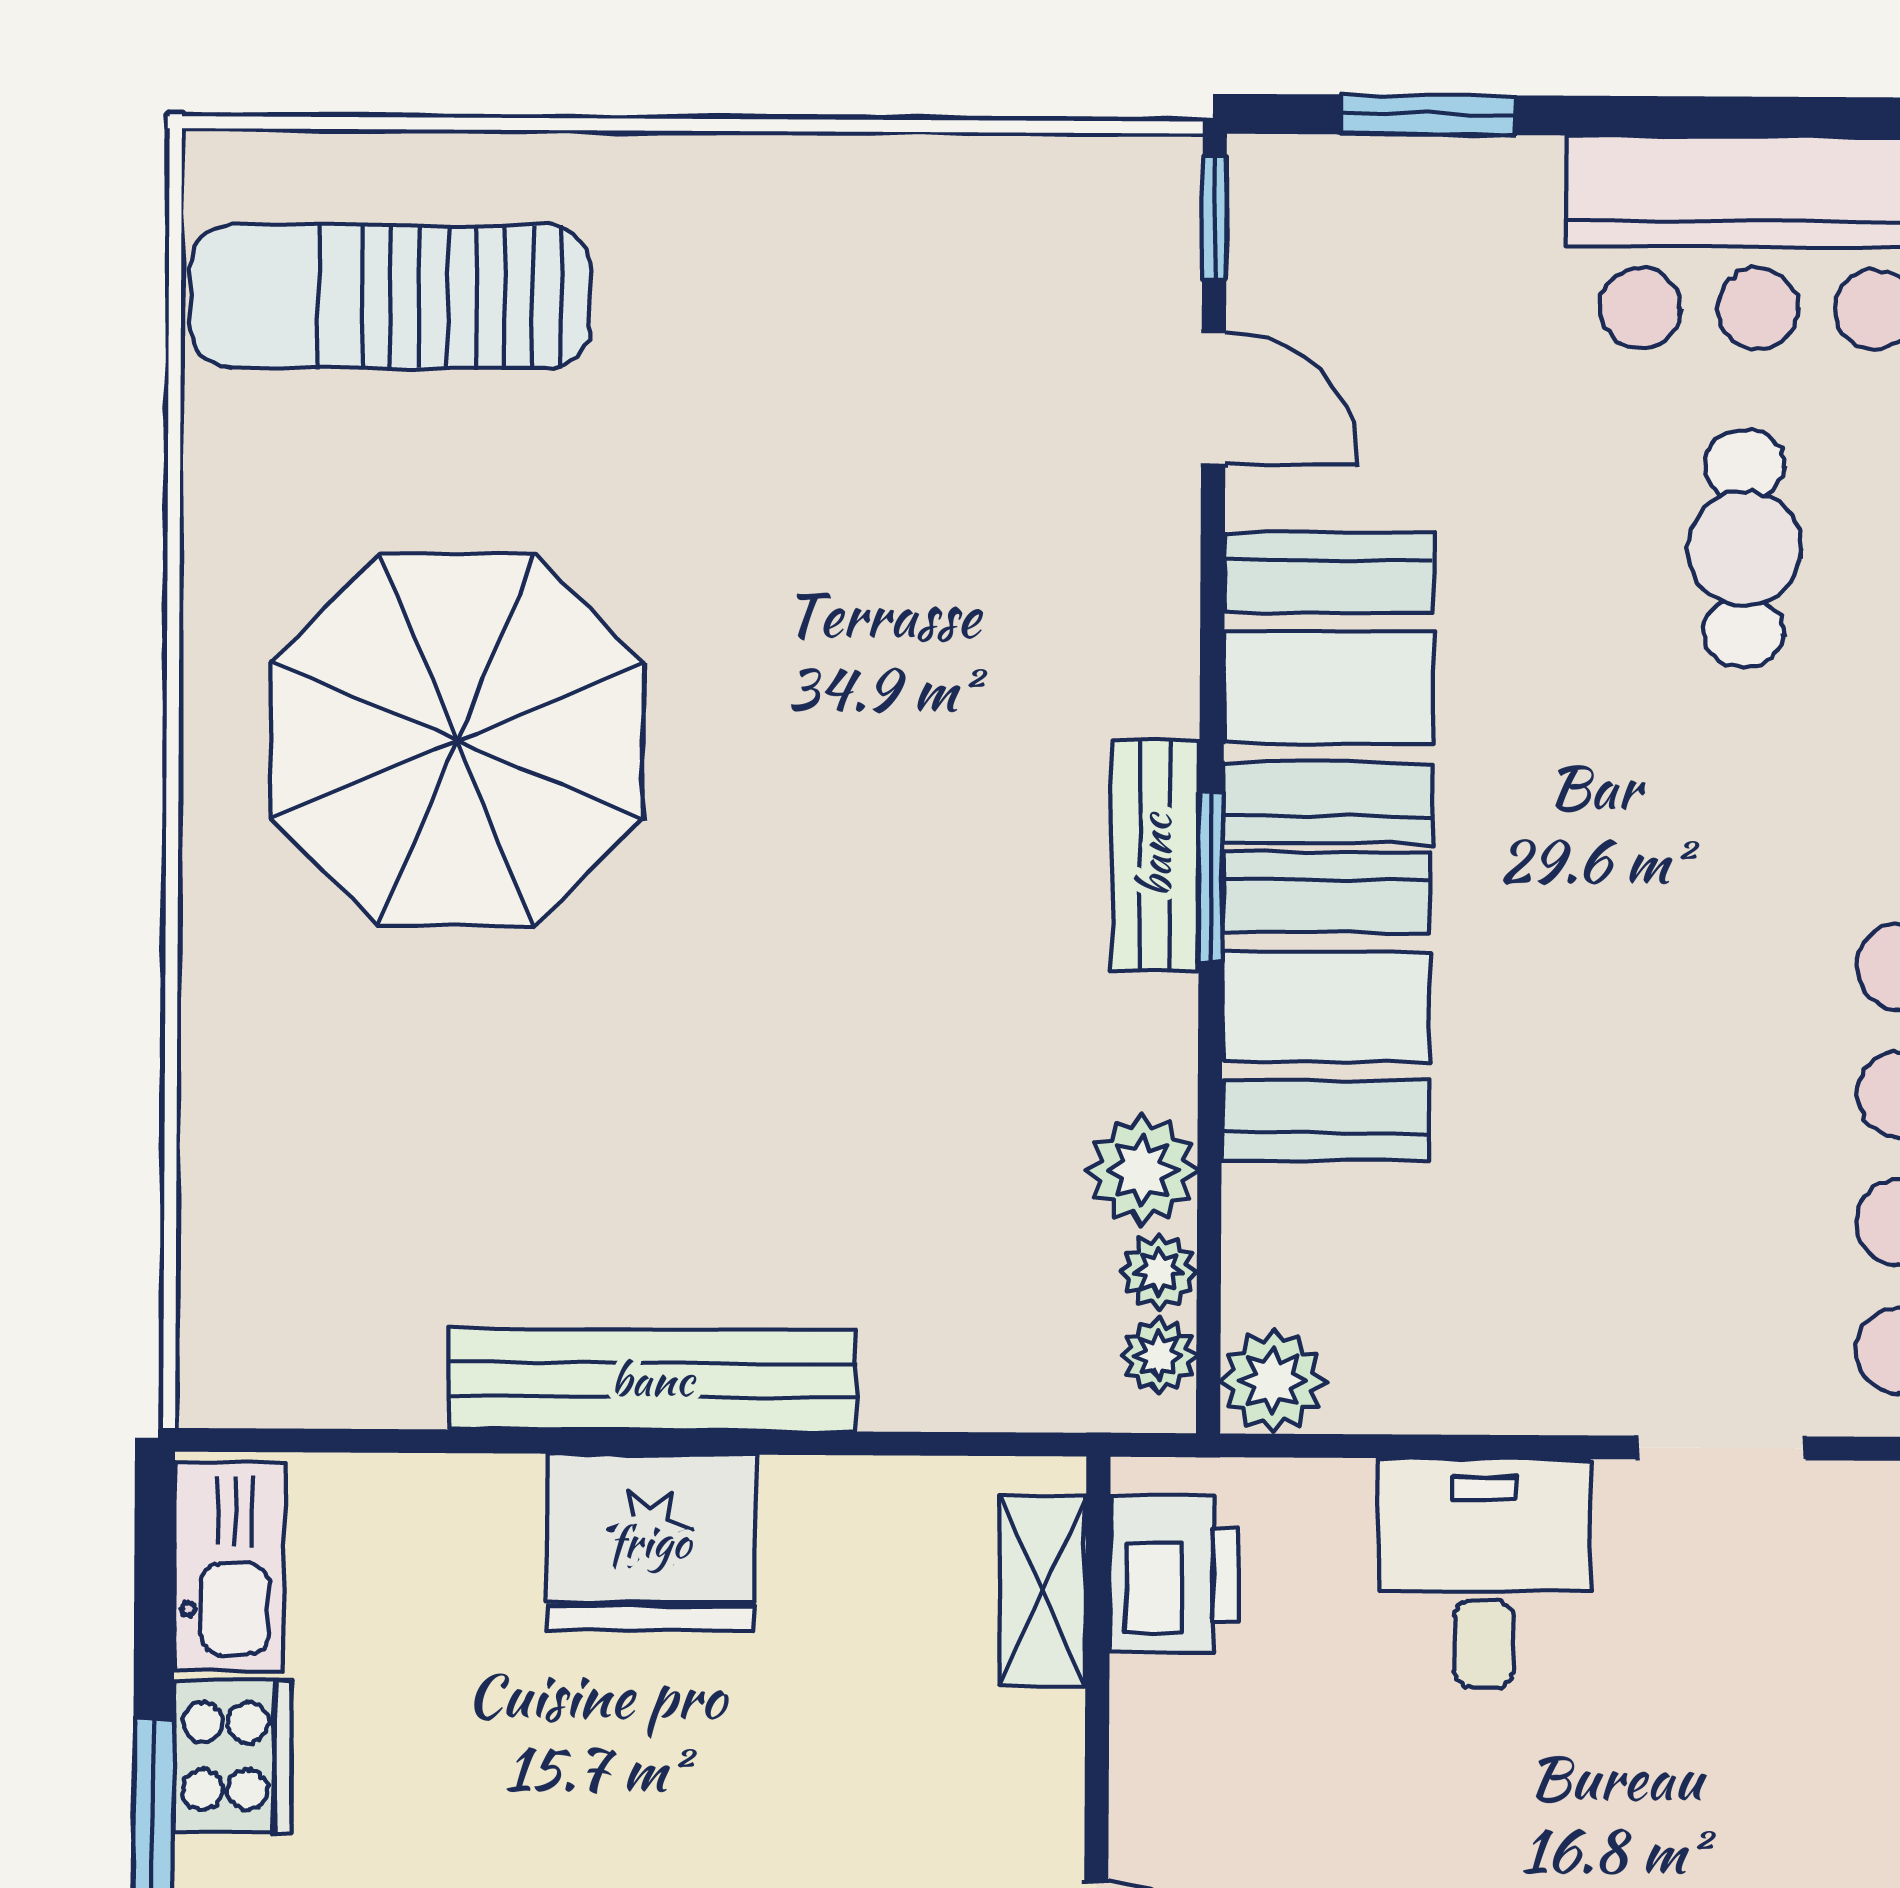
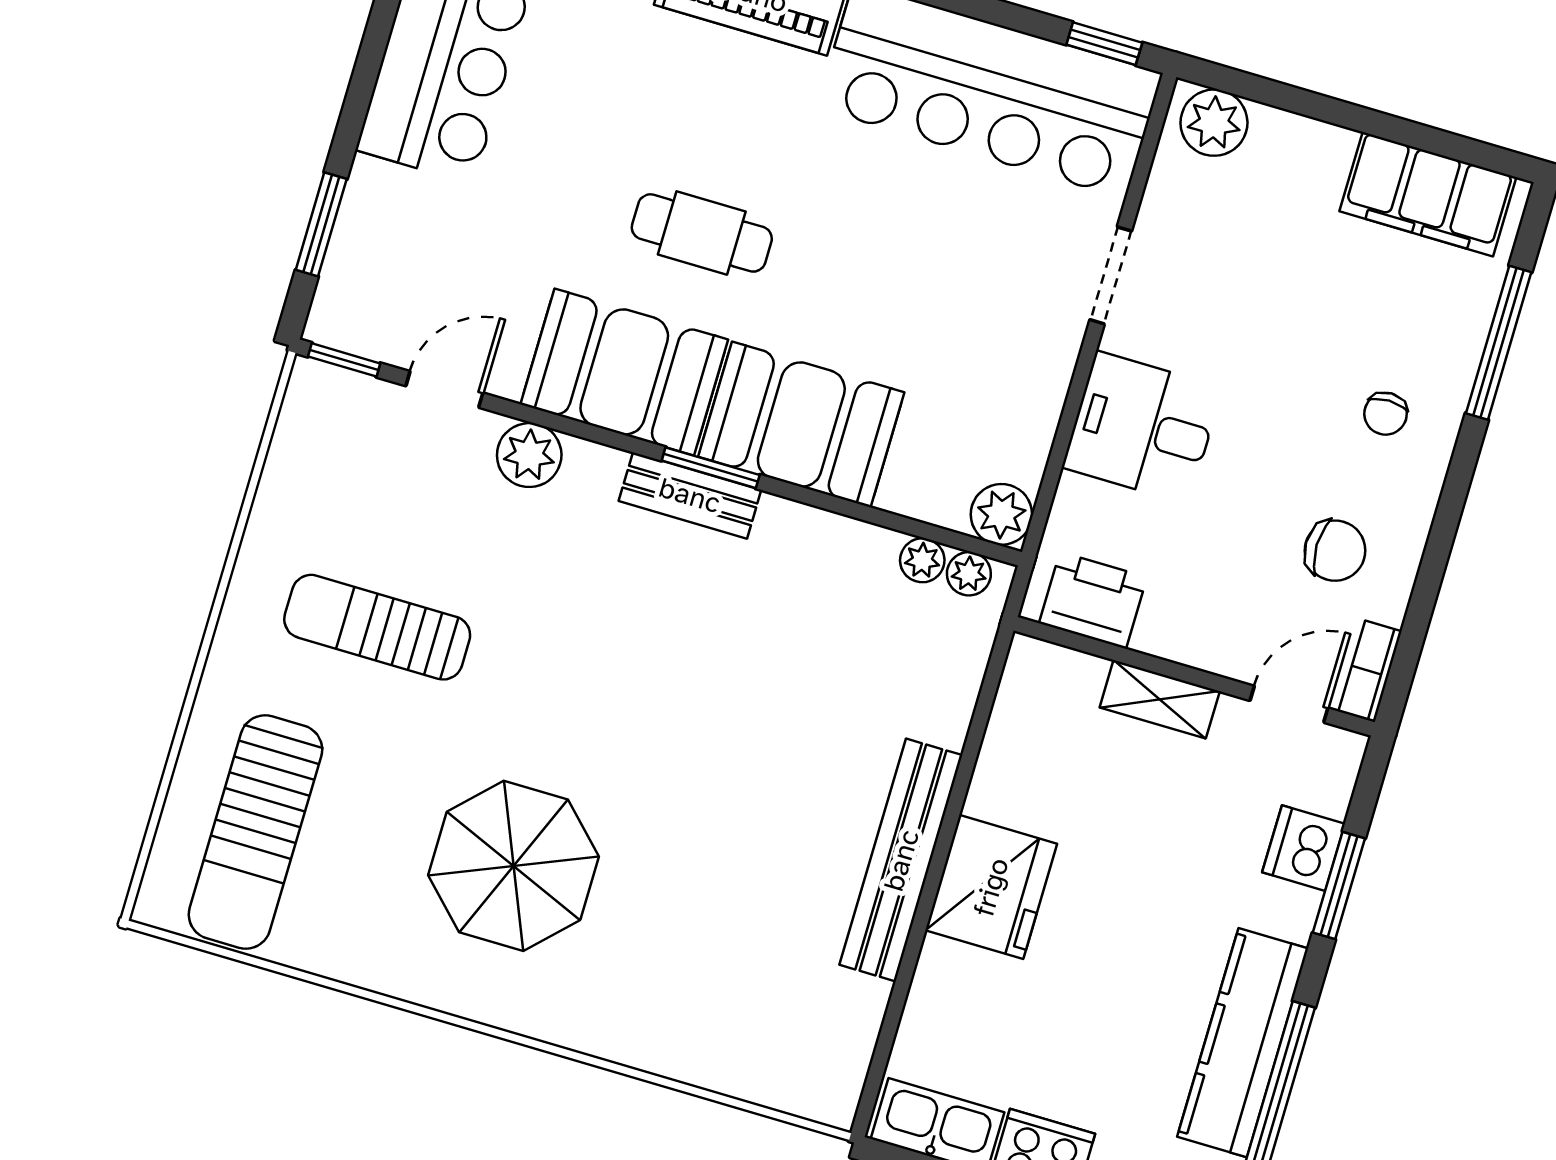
sun lounger: (787, 400) -> (377, 627), added
cafe table: (1744, 549) -> (702, 233), moved
parasol: (457, 740) -> (513, 866), width x0.73, depth x0.73
plant: (1142, 1170) -> (529, 455), moved
shelving: (1043, 1591) -> (1160, 699), moved

